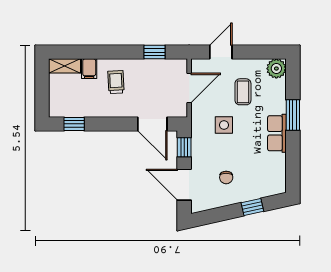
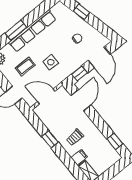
window: (154, 52) -> (50, 139), moved
row of seats: (277, 133) -> (32, 31), width x2.02

